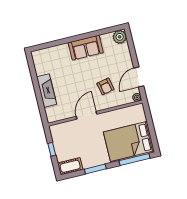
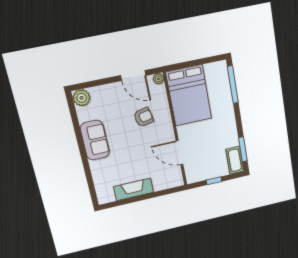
fireplace: (47, 91) -> (134, 189), moved
door: (87, 115) -> (180, 152), moved
bed: (129, 141) -> (189, 95), moved
window: (95, 169) -> (243, 149), moved

